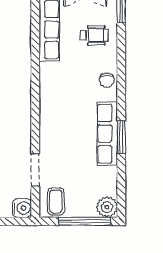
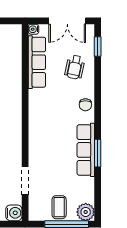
wheelchair: (94, 35) -> (75, 67), turned 102
coffee table: (56, 201) -> (59, 207), moved

